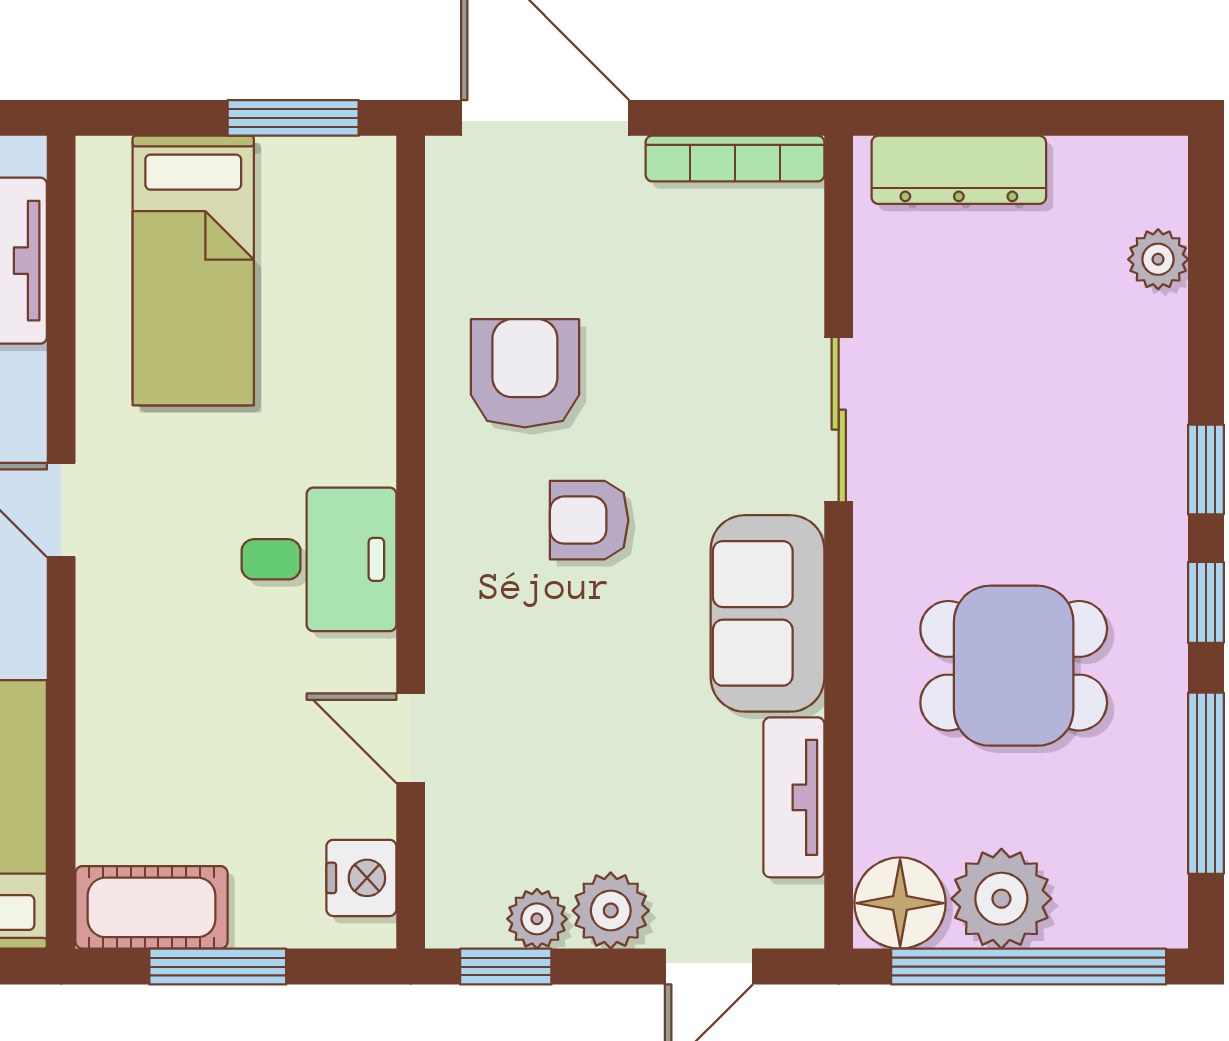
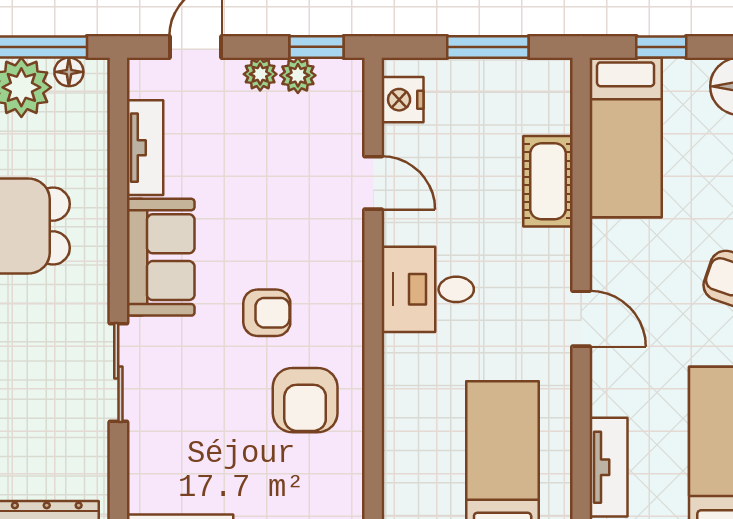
floor lamp: (900, 903) -> (69, 72), width x0.53, depth x0.53
cot: (152, 907) -> (548, 181), moved, turned 90
plant: (611, 911) -> (260, 74), width x0.73, depth x0.73

